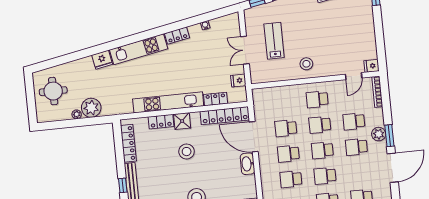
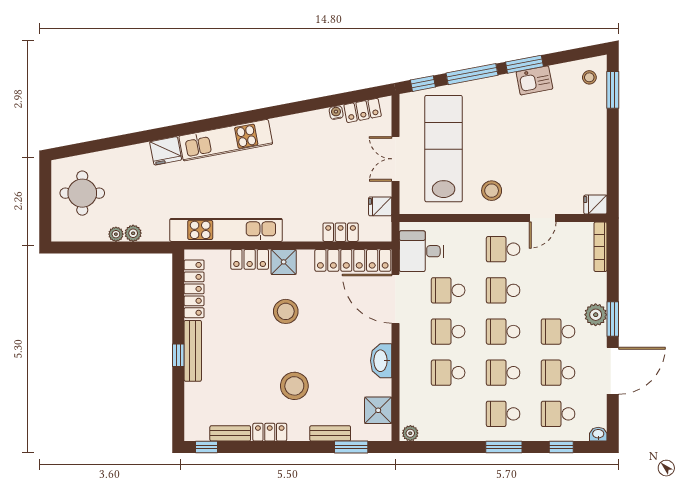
locker: (177, 36) -> (363, 110), moved
lab bench: (274, 41) -> (444, 149), width x1.86, depth x1.39
door: (354, 76) -> (543, 218), moved
kitchen unit: (168, 102) -> (226, 230), moved
desk: (267, 106) -> (421, 251), added
plant: (91, 108) -> (133, 233), width x0.53, depth x0.53
school desk: (354, 121) -> (558, 373), moved
washbasin: (247, 164) -> (381, 361), moved

